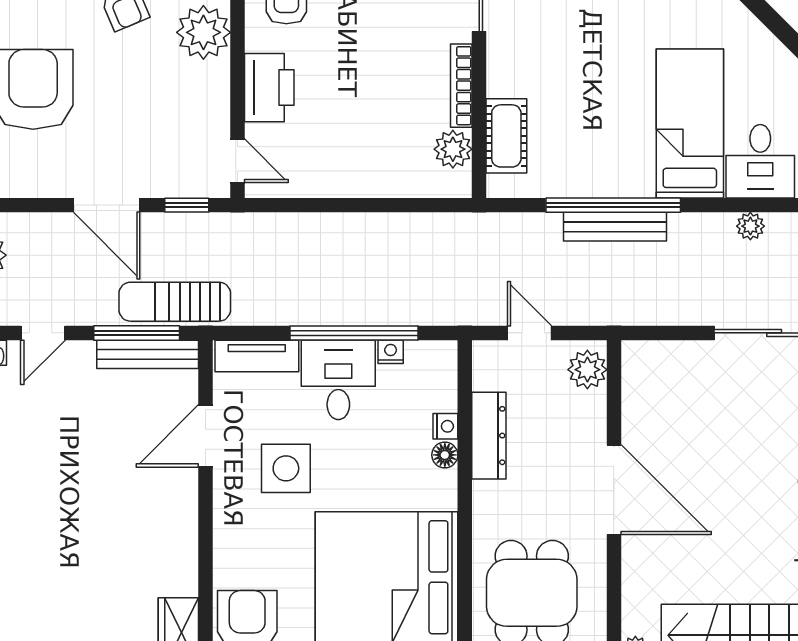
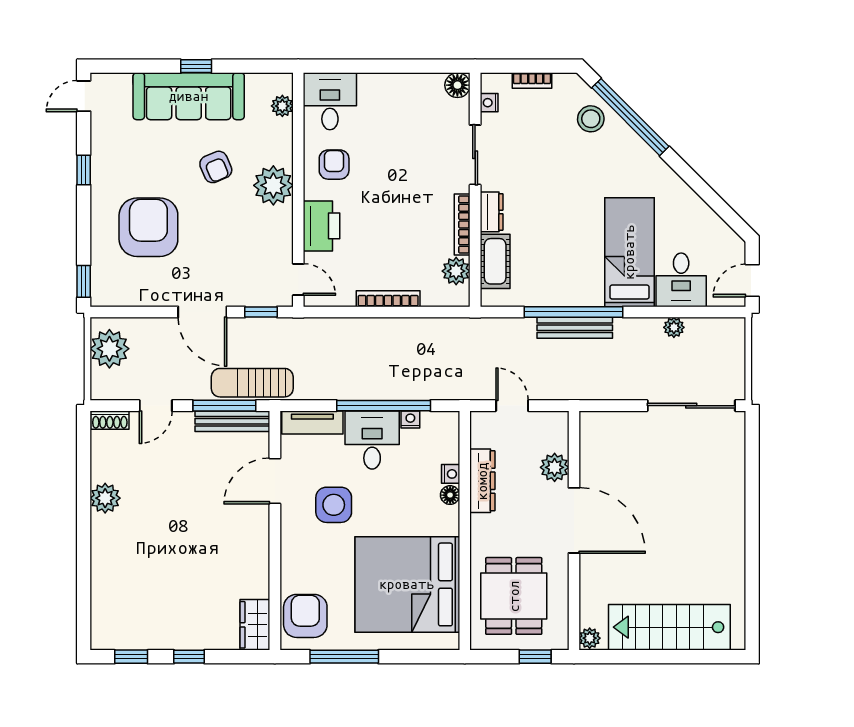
dresser: (502, 69) -> (492, 212), added
bookcase: (360, 187) -> (388, 299), added
plant: (587, 370) -> (555, 467), moved

